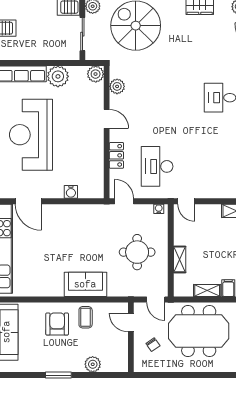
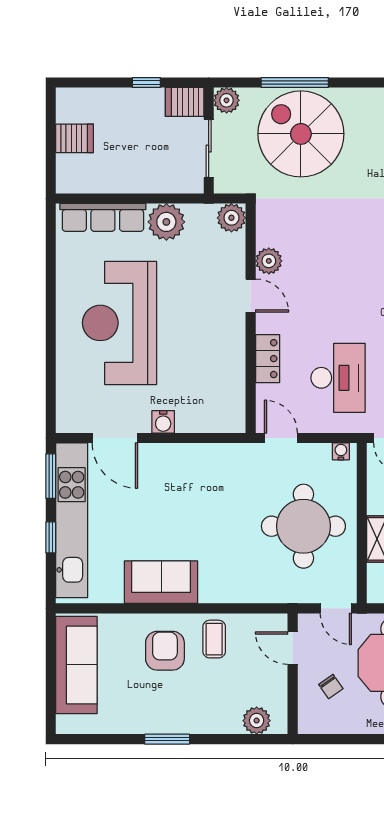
plant: (117, 86) -> (269, 261), moved
desk: (157, 166) -> (338, 378), turned 180
water cooler: (71, 192) -> (163, 422), moved
round table: (137, 252) -> (303, 526), width x1.36, depth x1.36
sofa: (85, 284) -> (161, 582), moved
plant: (93, 364) -> (257, 721), moved

